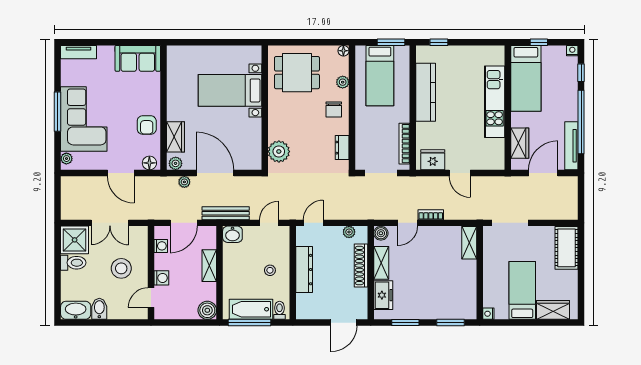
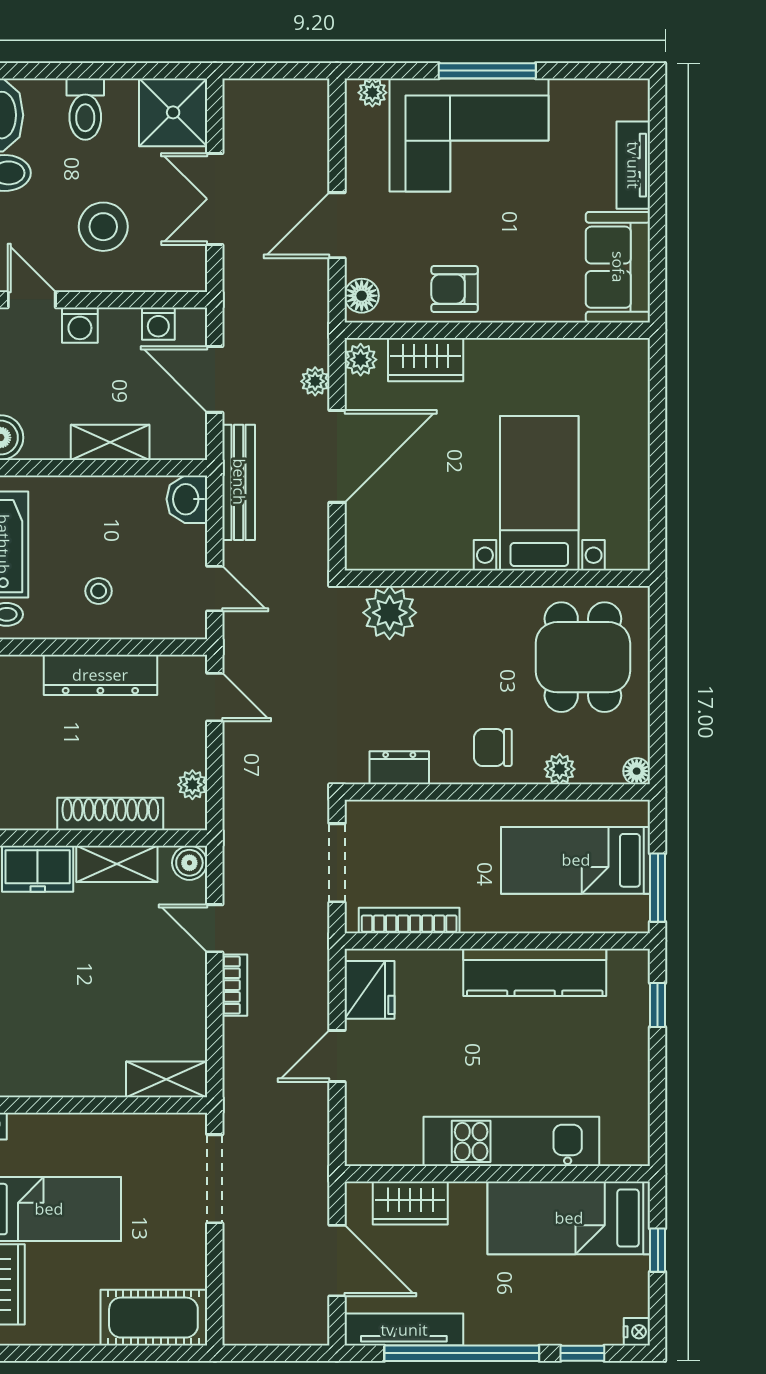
tv unit: (79, 52) -> (633, 165), moved
toilet: (73, 263) -> (85, 109), moved

